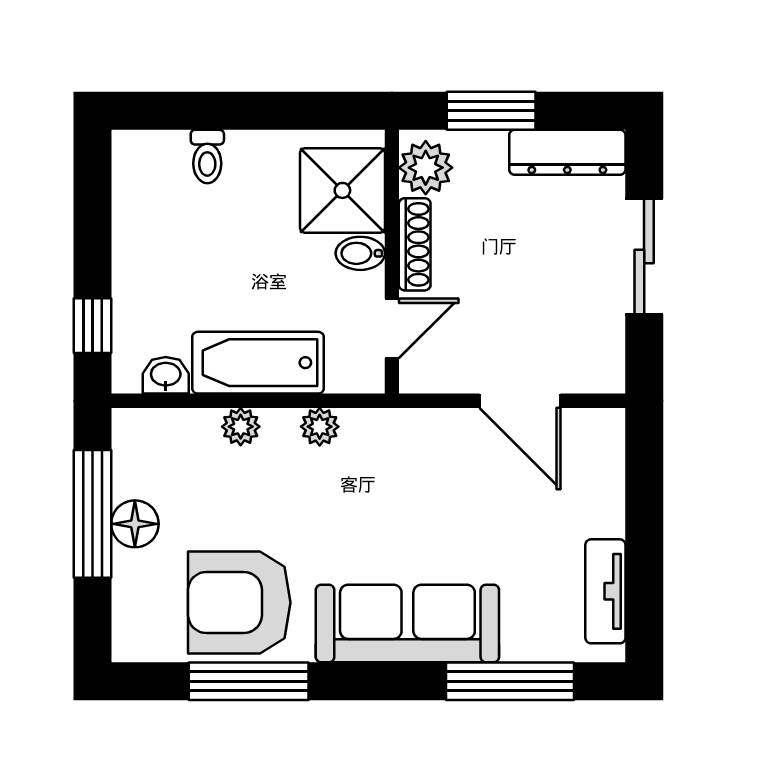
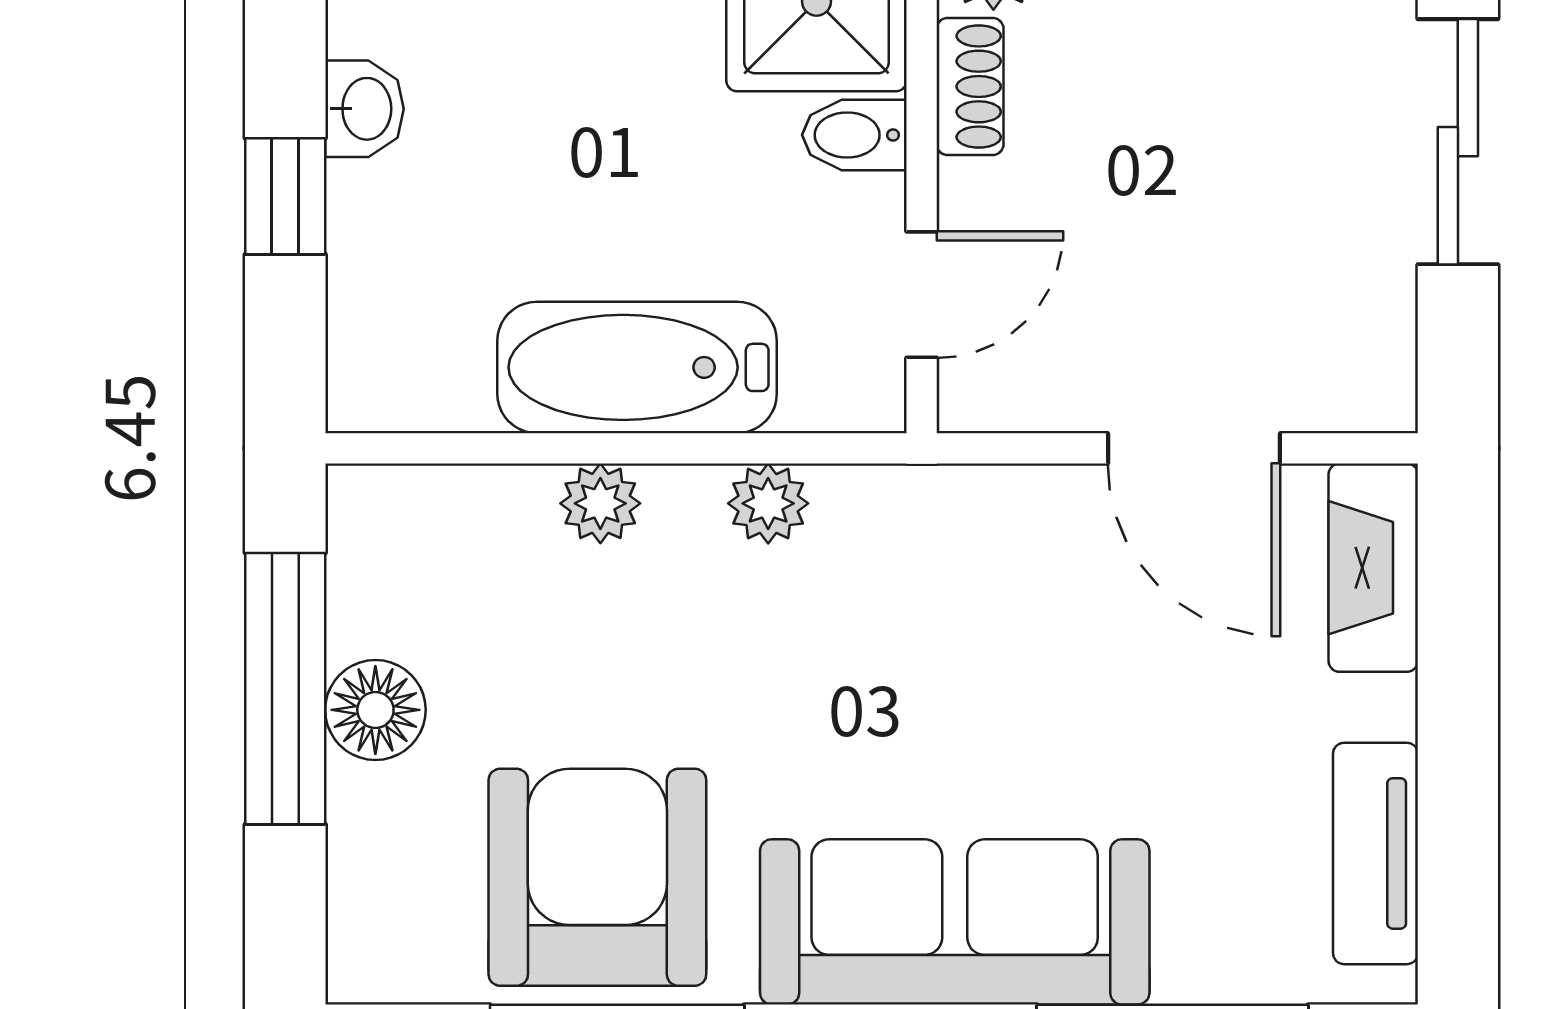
shoe rack: (415, 244) -> (970, 86), width x0.70
window: (92, 326) -> (285, 196), moved
washbasin: (166, 375) -> (364, 109), moved, turned 90
fireplace: (604, 457) -> (1373, 568), added
armchair: (239, 603) -> (597, 877), turned 90

